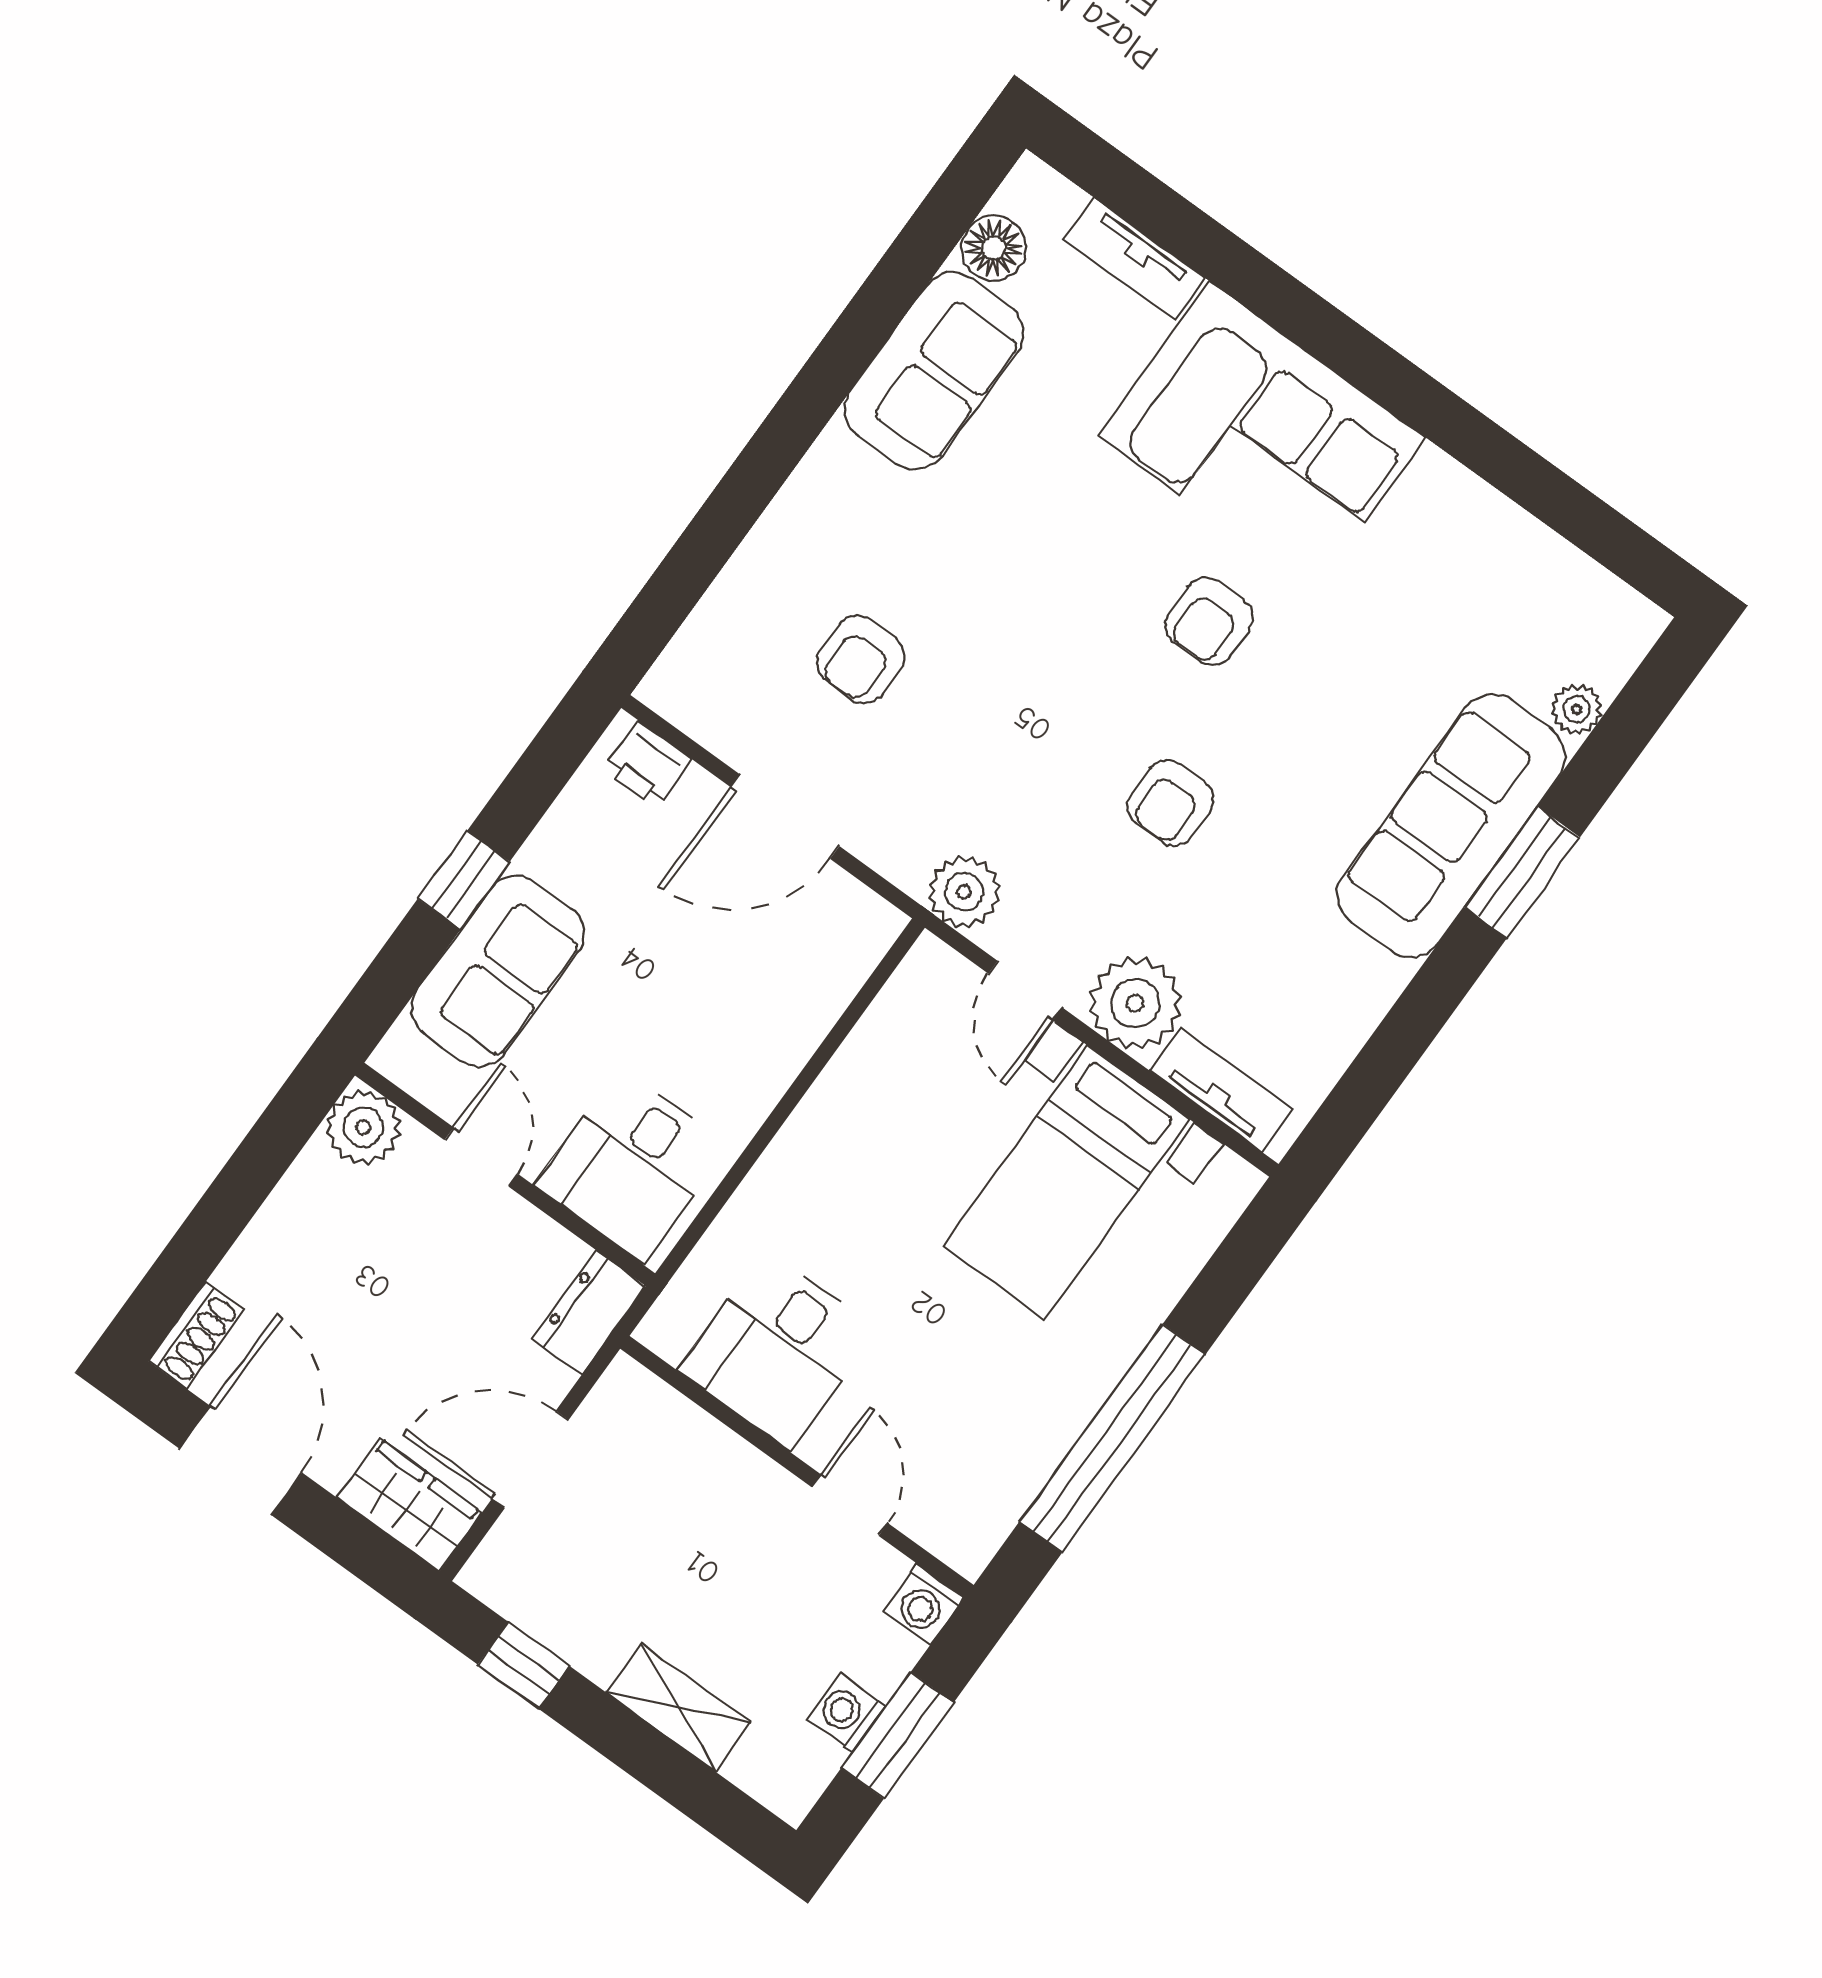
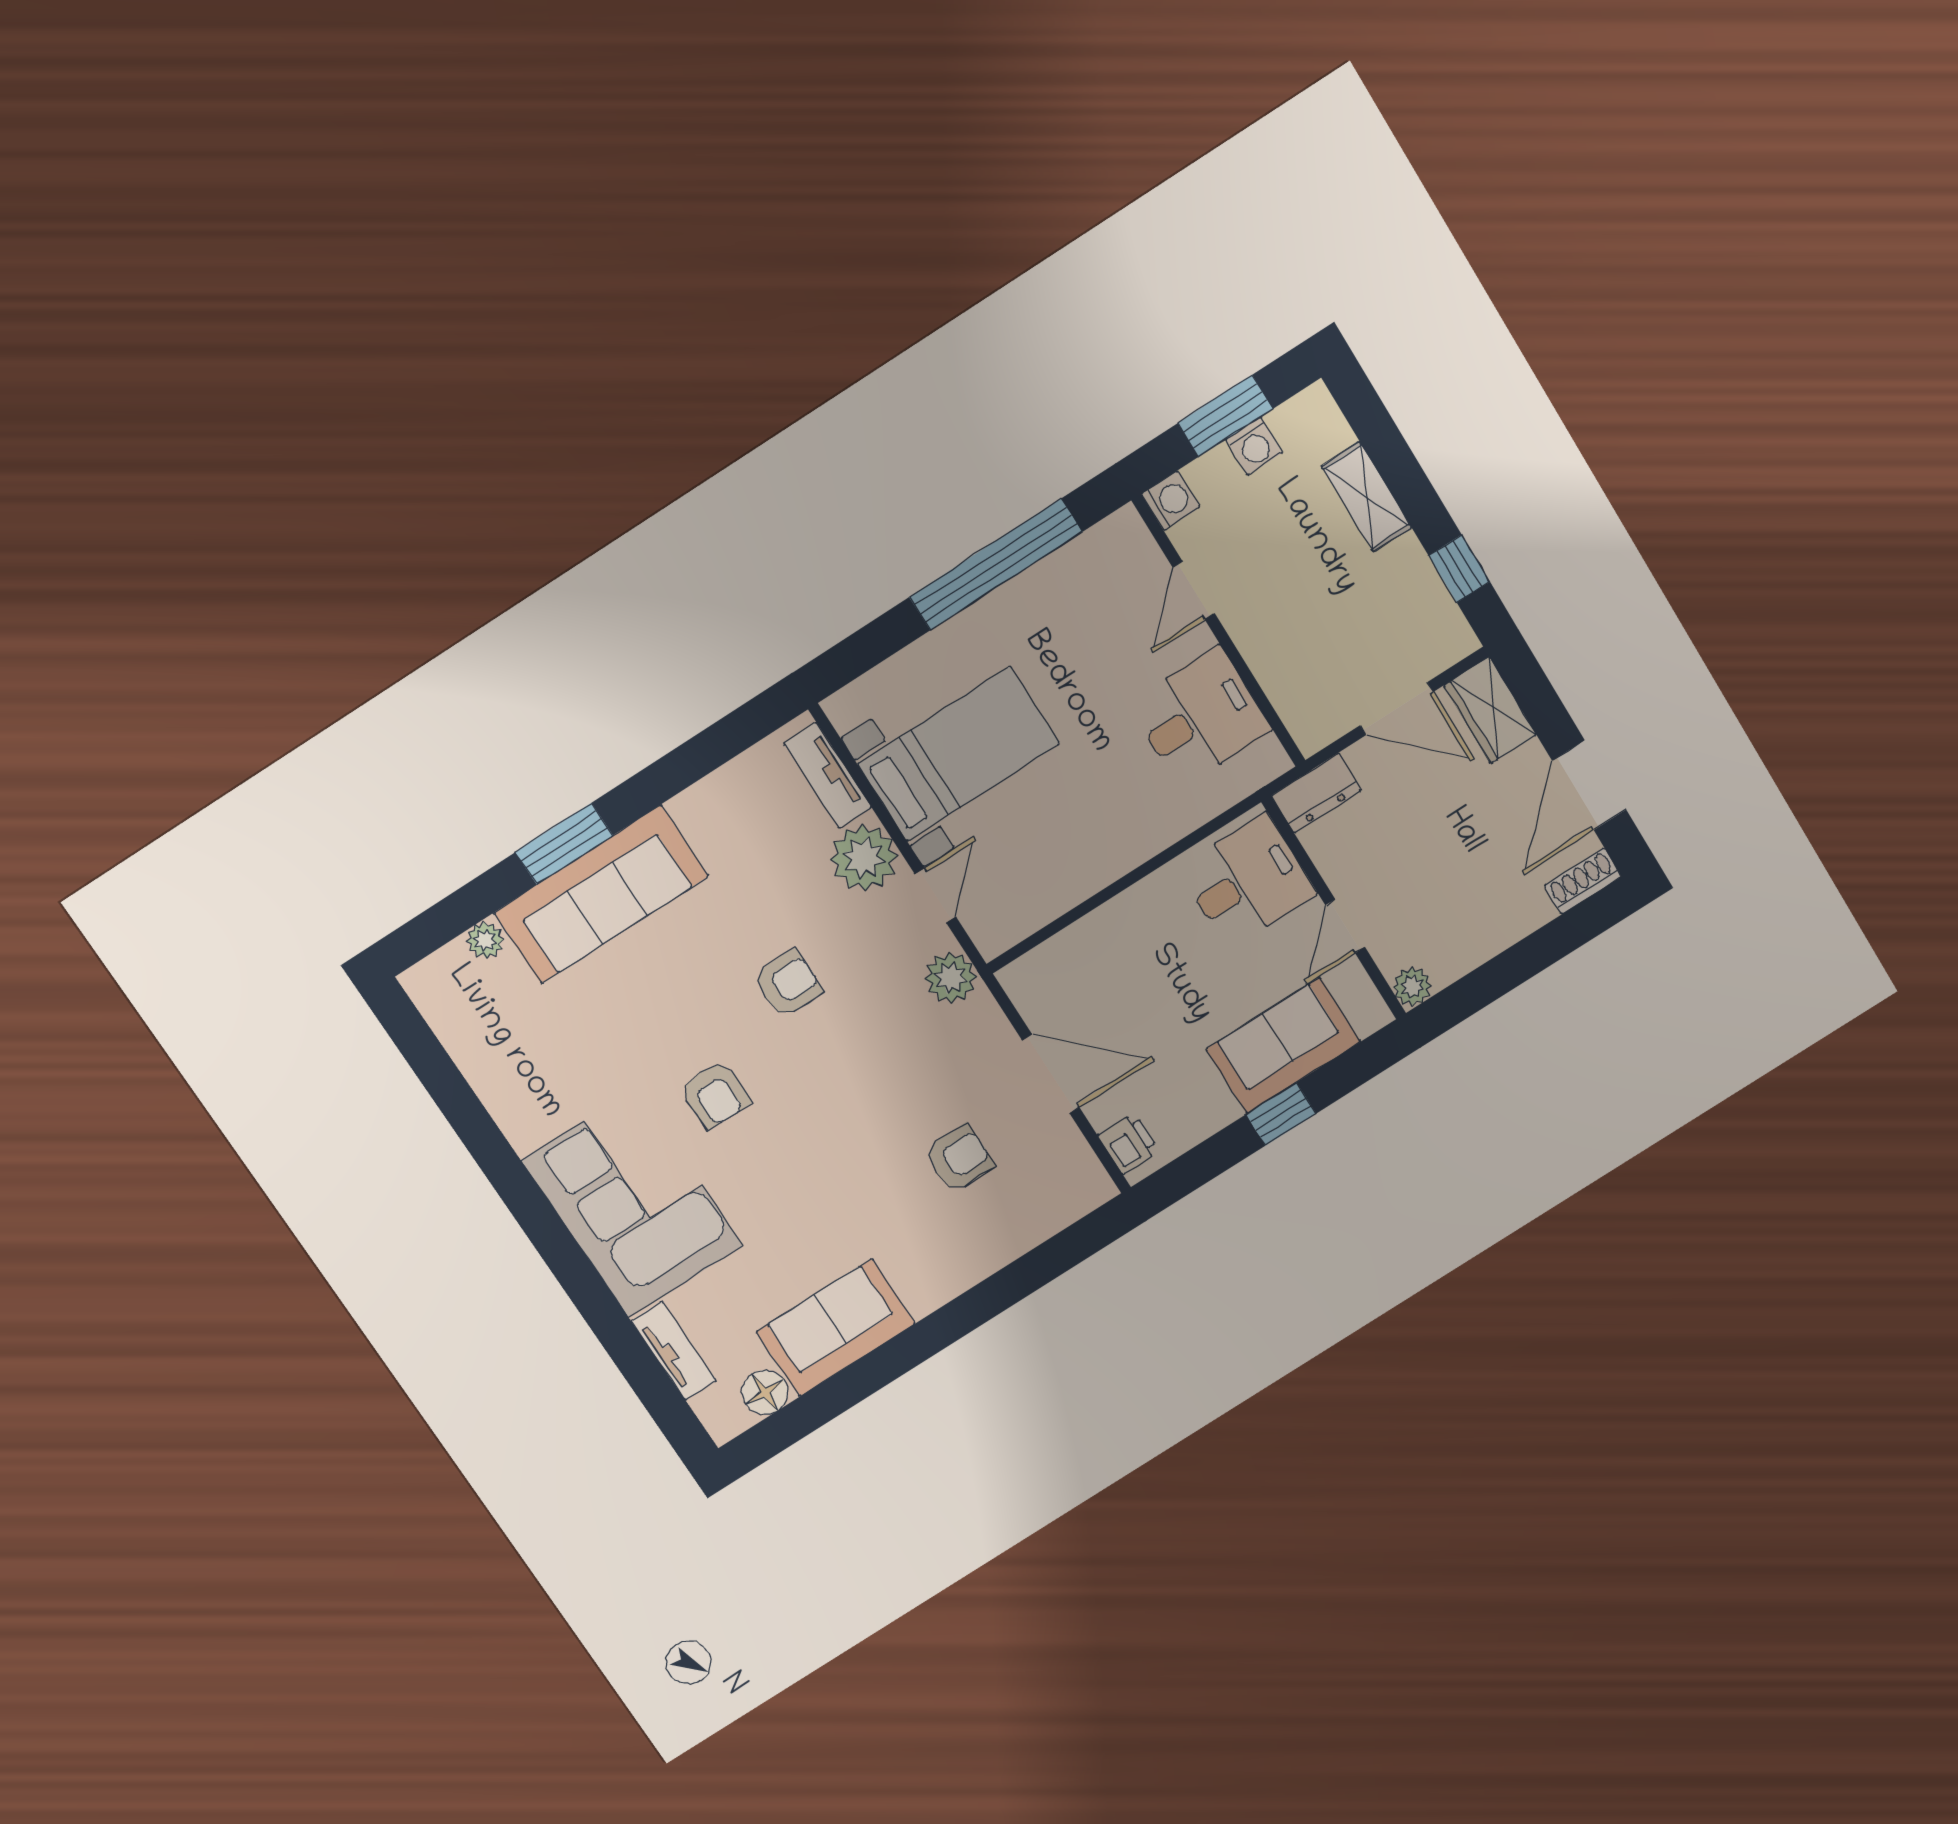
armchair: (1209, 621) -> (715, 1095), turned 90
plant: (363, 1127) -> (1412, 986), width x0.73, depth x0.73

